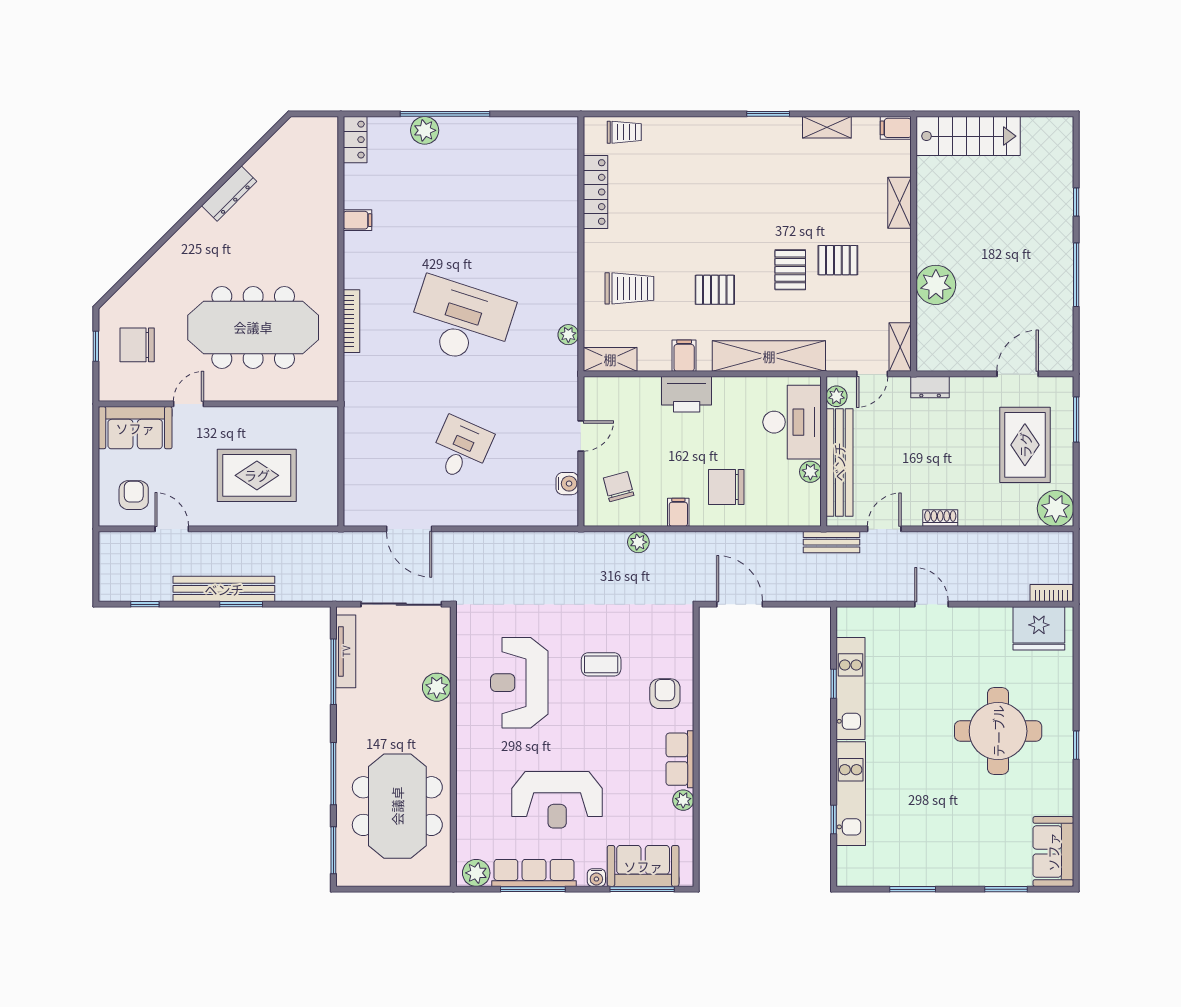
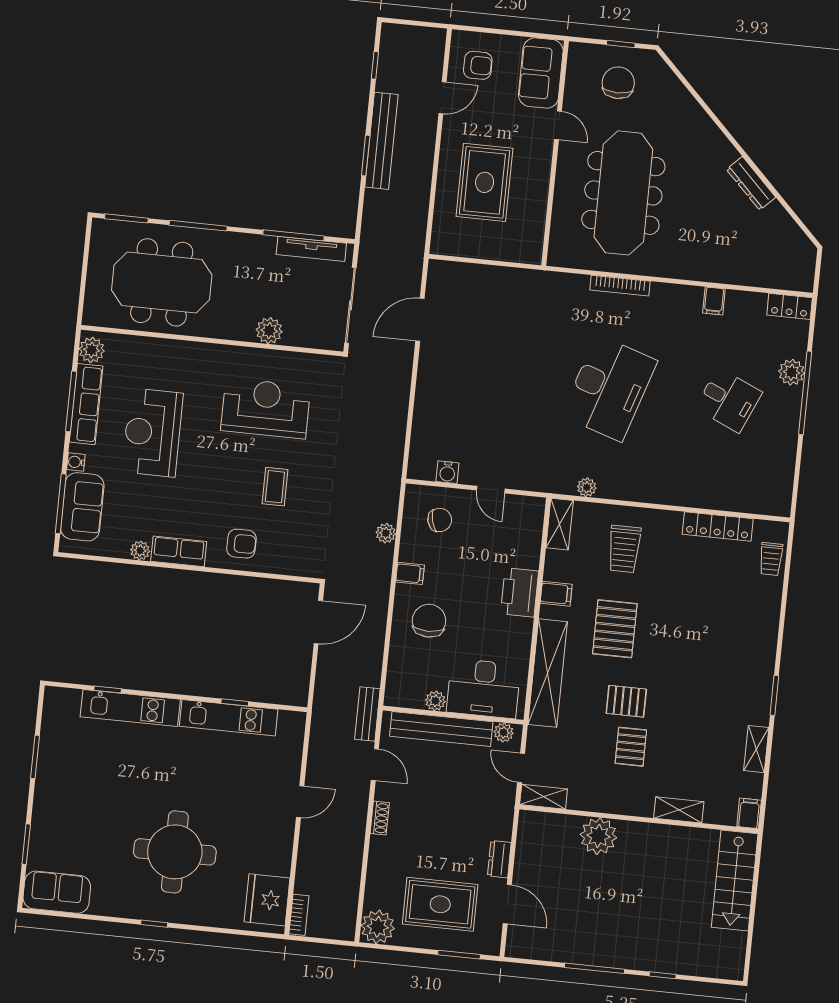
pallet: (715, 290) -> (615, 629), width x1.50, depth x1.42
dresser: (930, 387) -> (499, 859), moved
desk: (461, 449) -> (729, 400), moved

